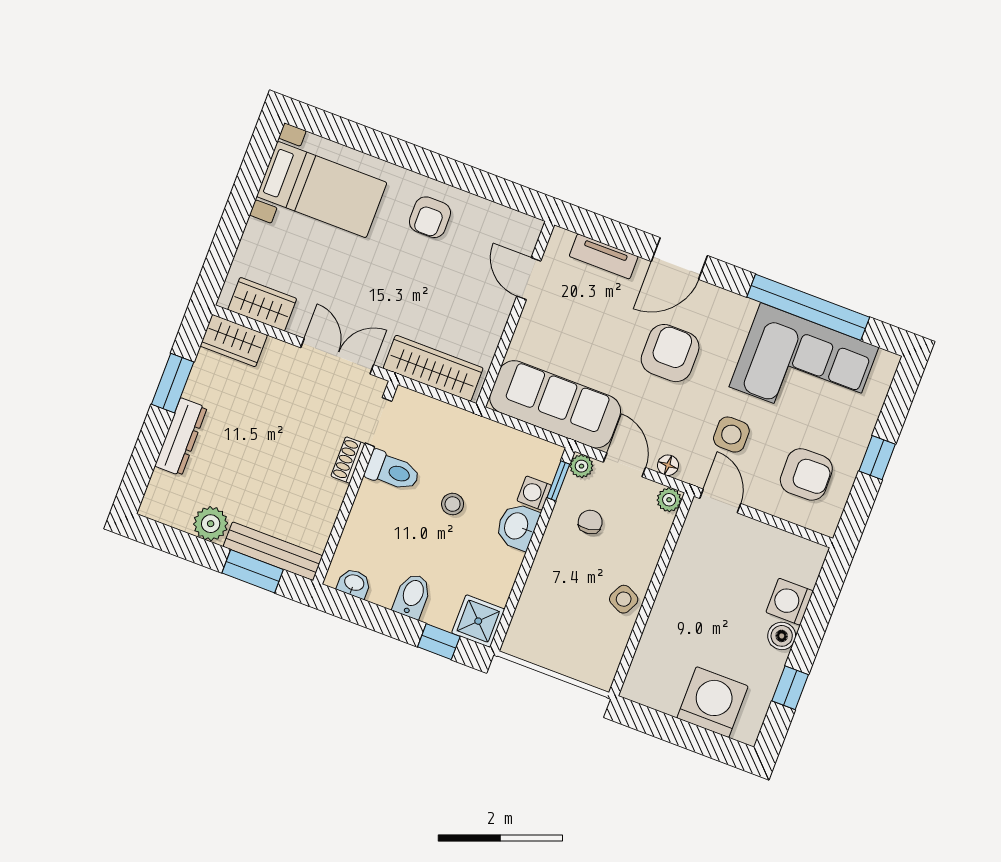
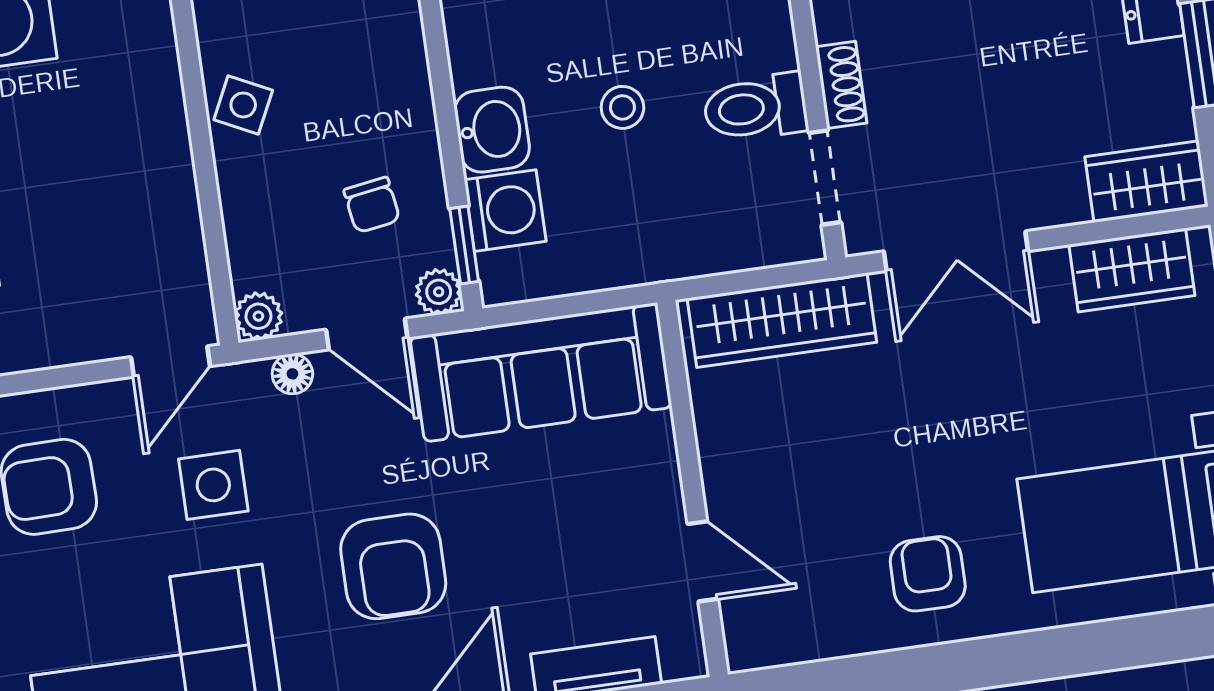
washing machine: (534, 493) -> (505, 211), width x1.38, depth x1.38
door: (720, 501) -> (170, 362), hinge flipped

